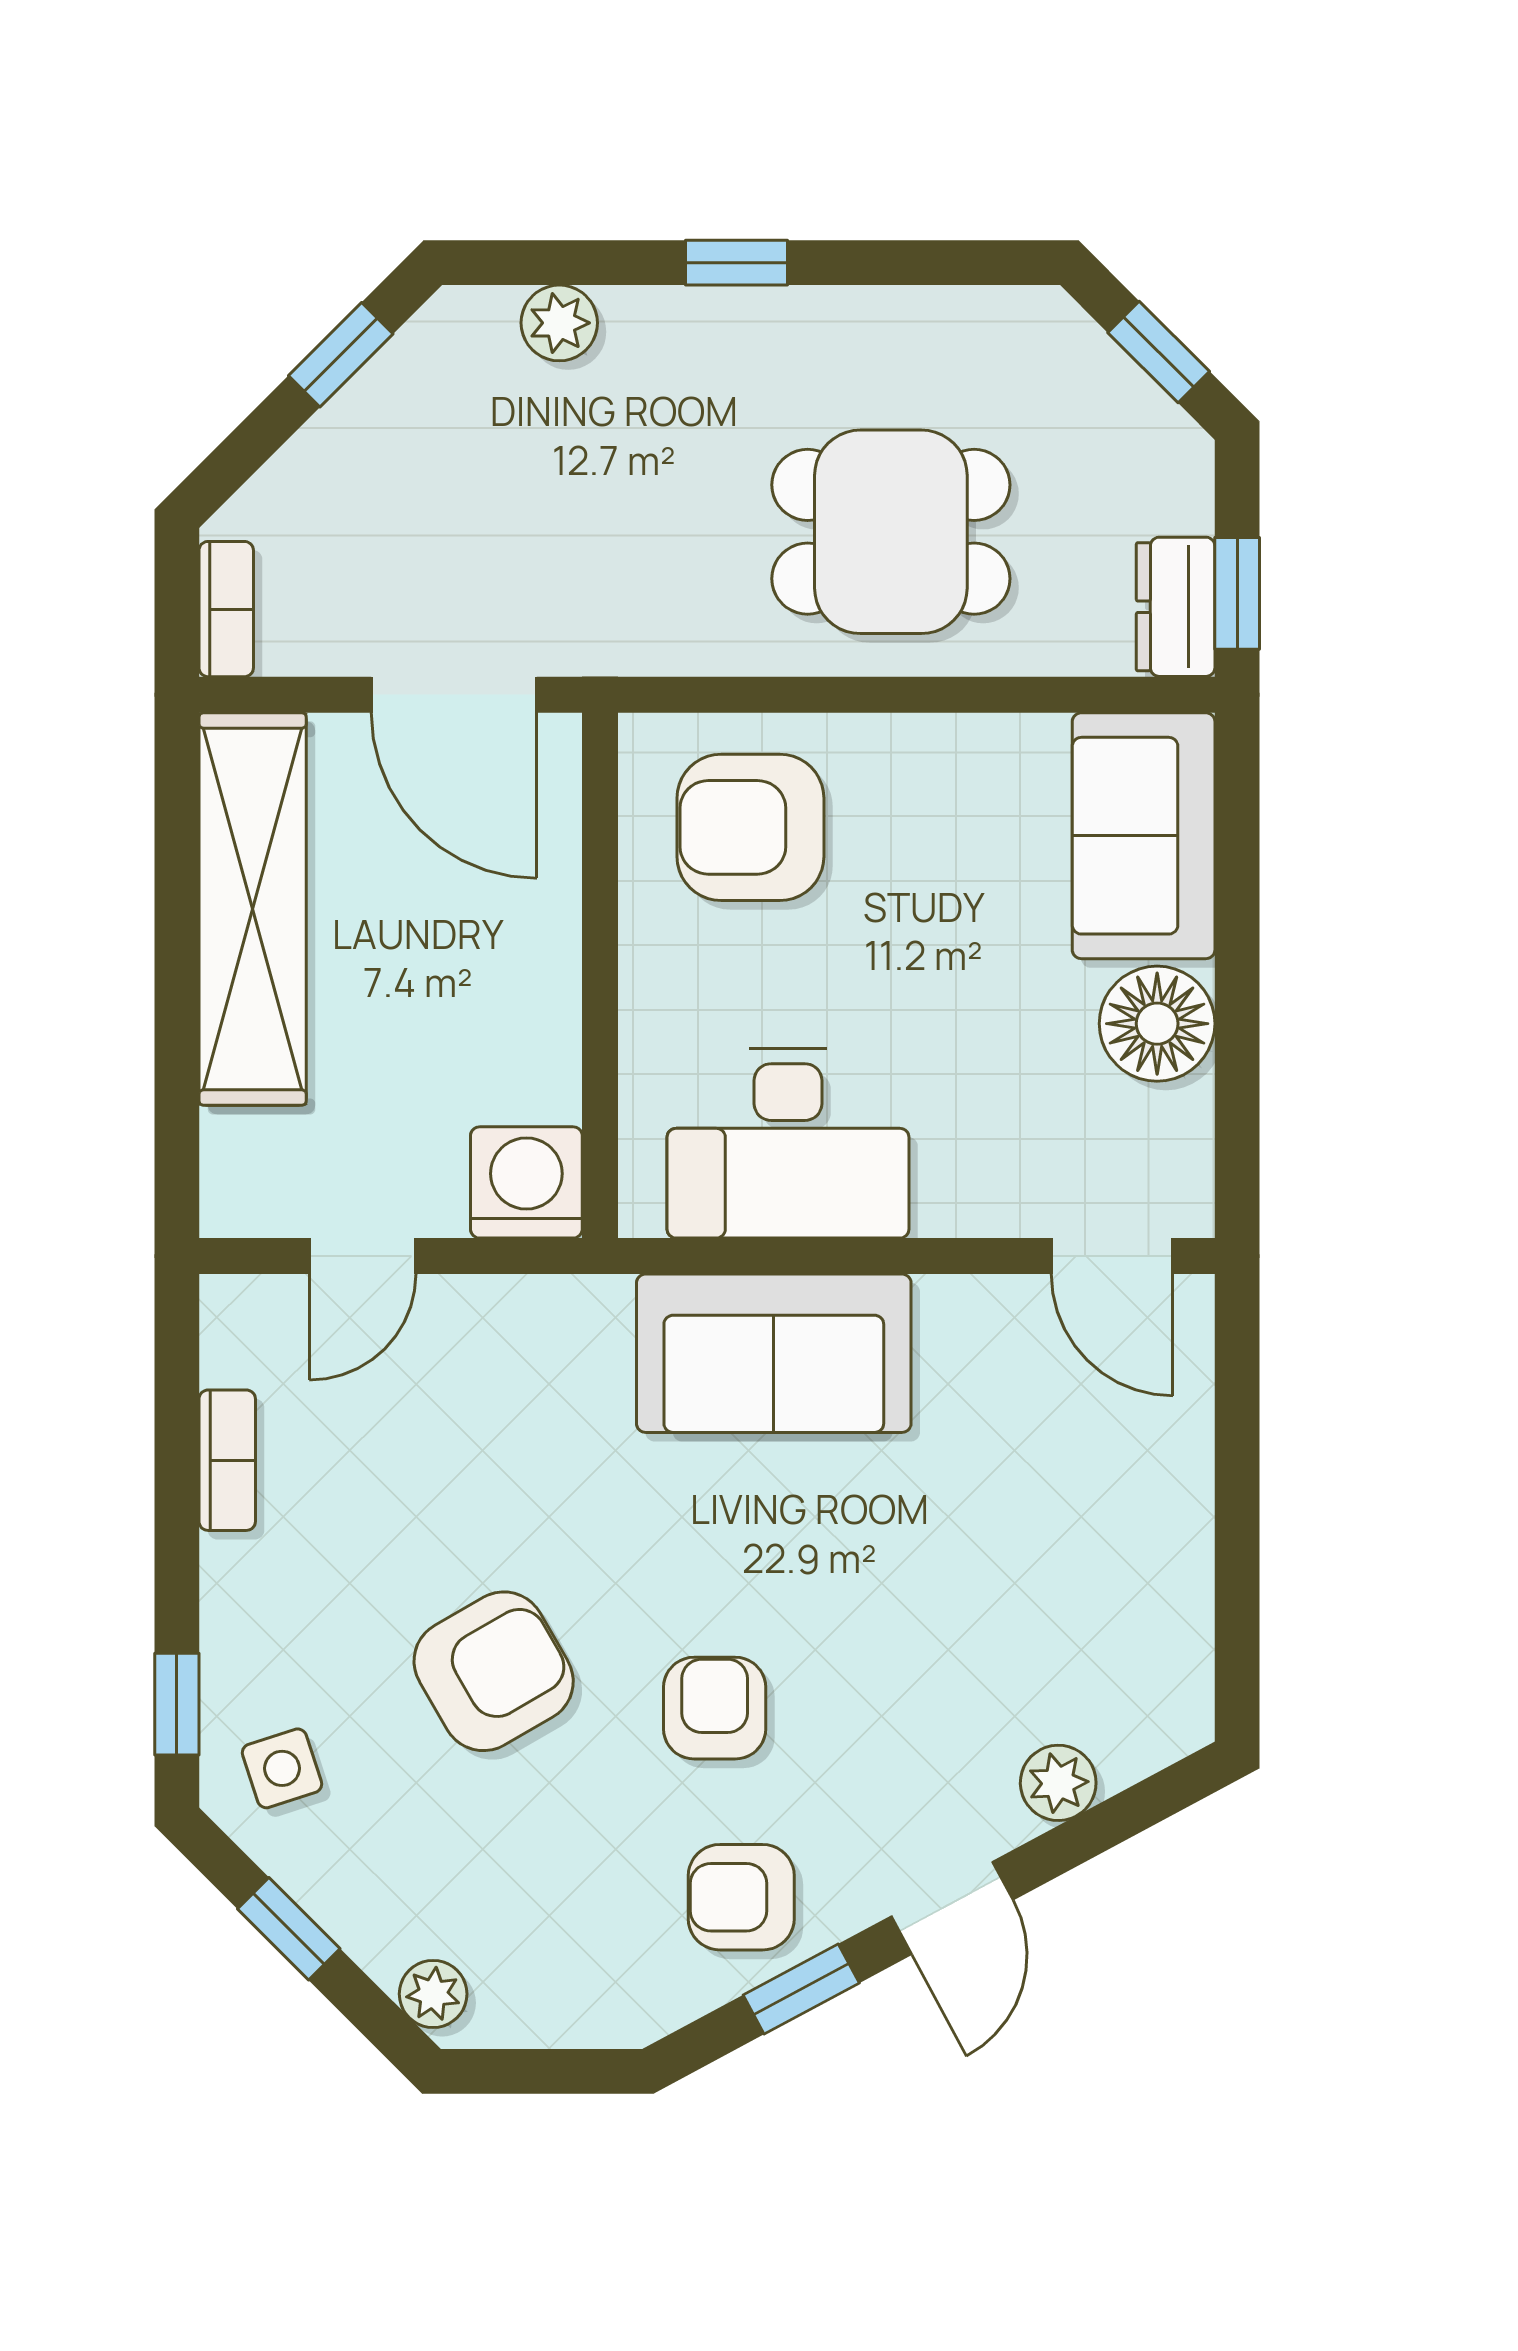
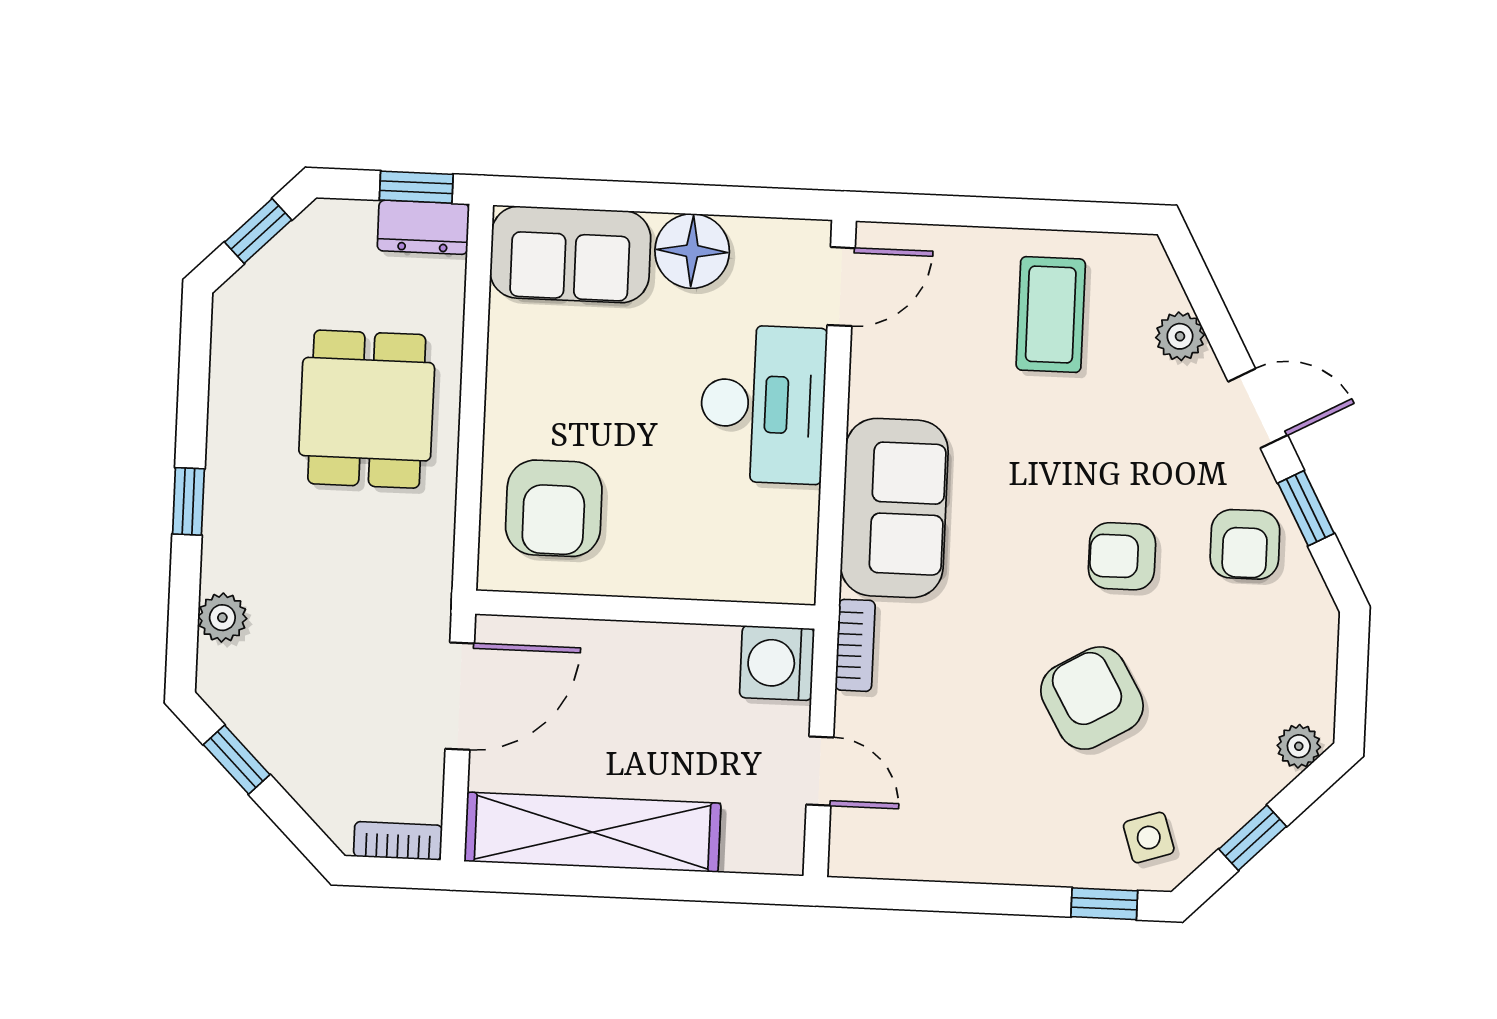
desk: (788, 1143) -> (763, 404), moved
bookcase: (227, 1460) -> (855, 645), moved, turned 90
coffee table: (1083, 1582) -> (1051, 315), added

